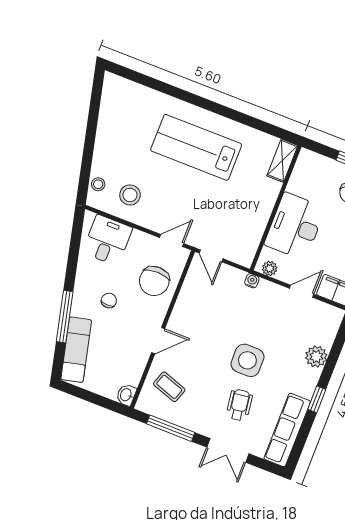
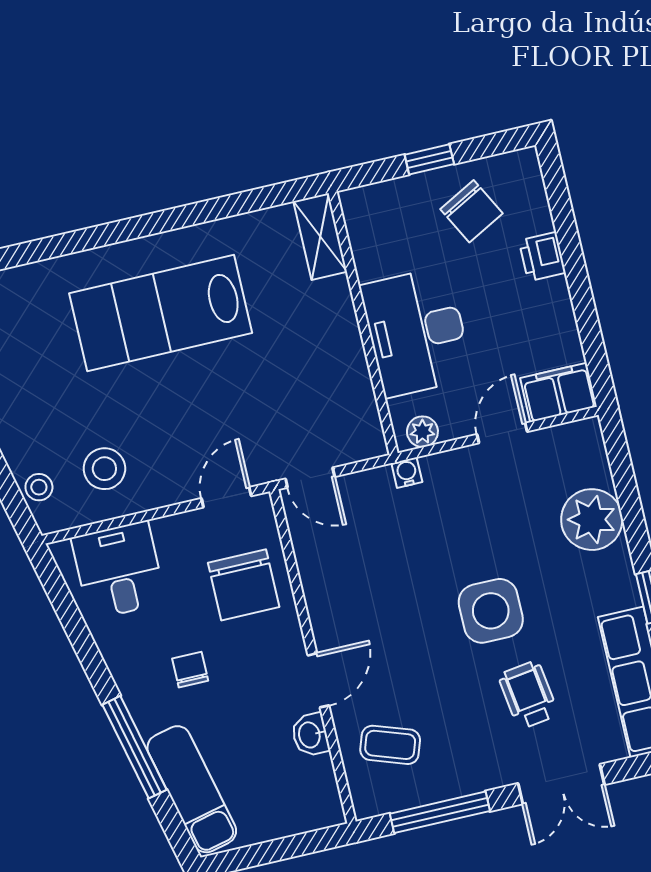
plant: (316, 357) -> (592, 520), width x1.36, depth x1.36
washbasin: (126, 395) -> (310, 735), moved

